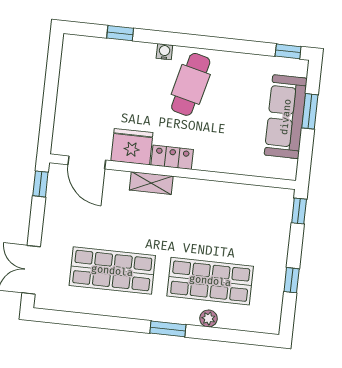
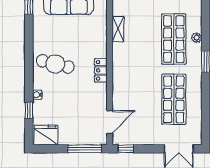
water cooler: (164, 52) -> (37, 95), moved
window: (48, 117) -> (85, 149), added
fridge: (132, 147) -> (46, 135), moved, turned 90
shelving: (151, 183) -> (118, 29), moved

